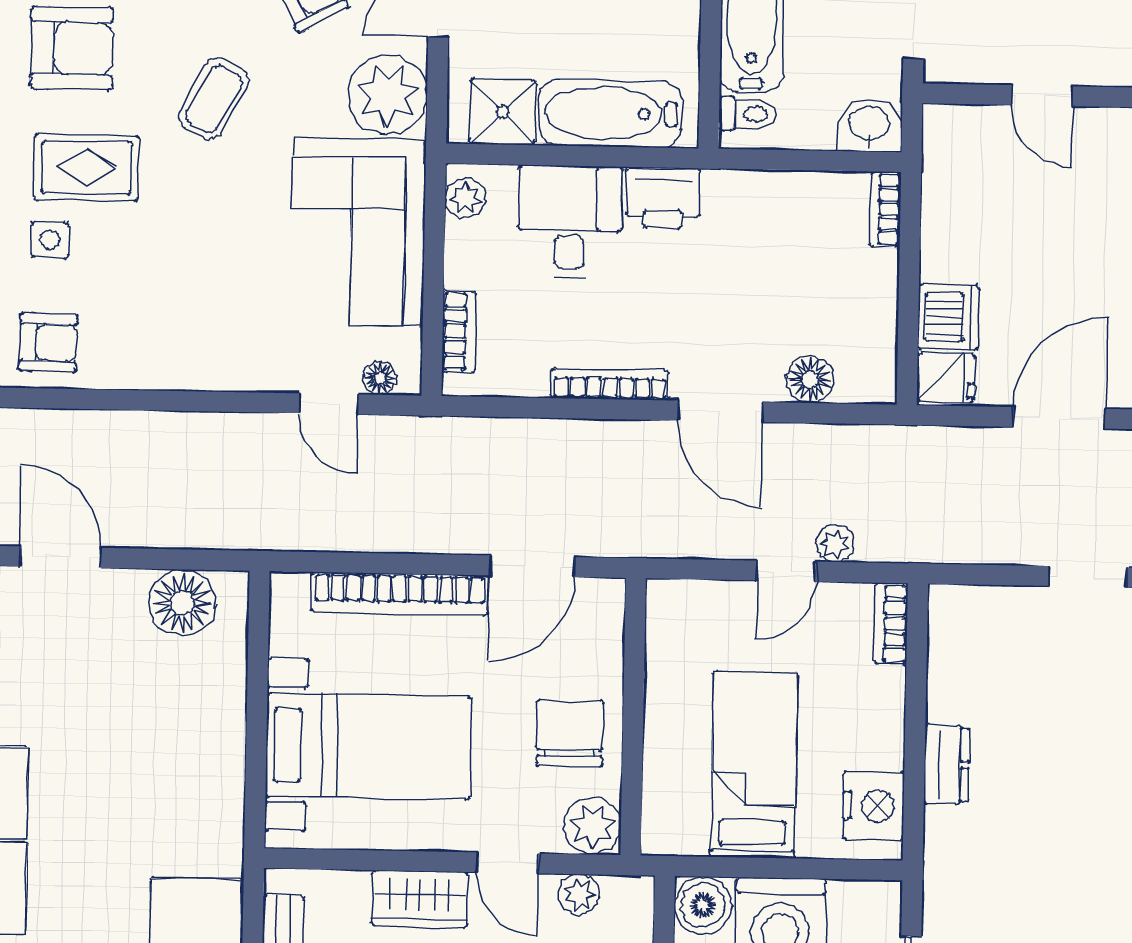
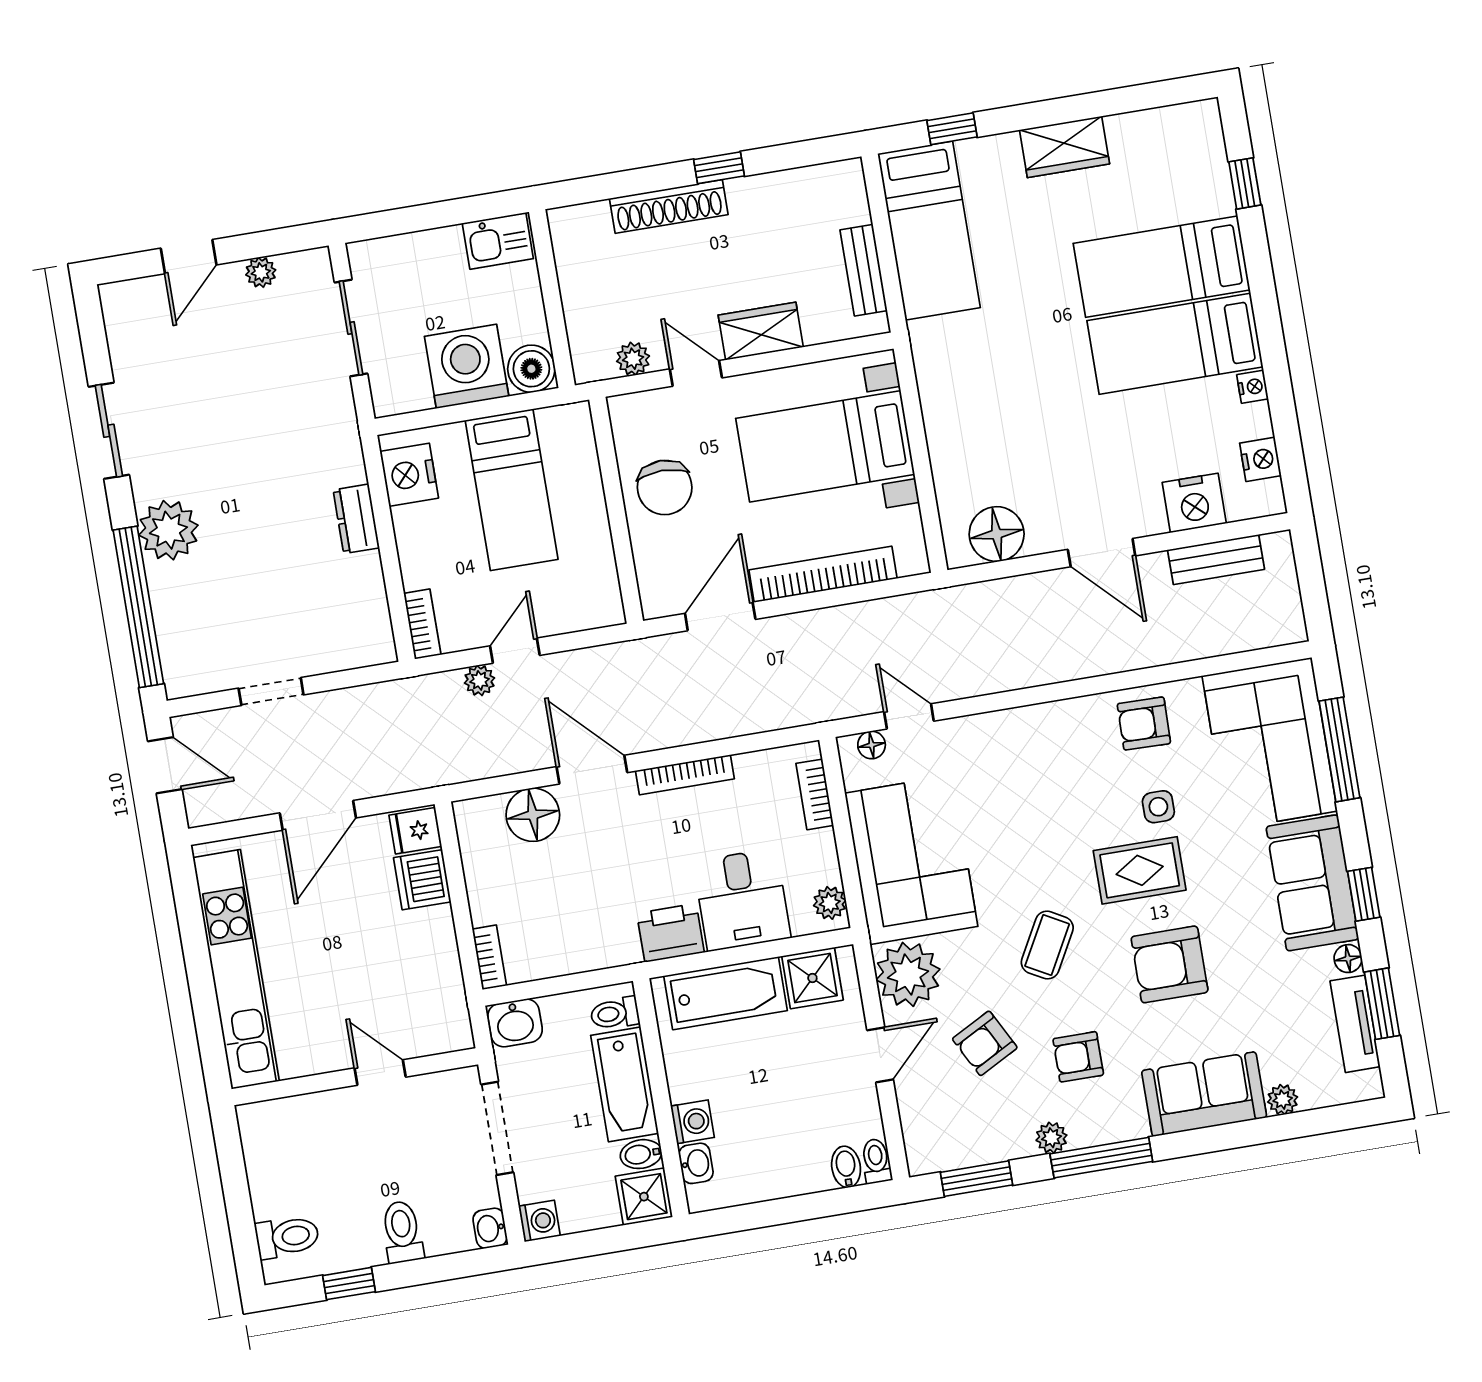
floor lamp: (810, 379) -> (533, 815), width x1.38, depth x1.38
plant: (592, 826) -> (632, 416), removed

